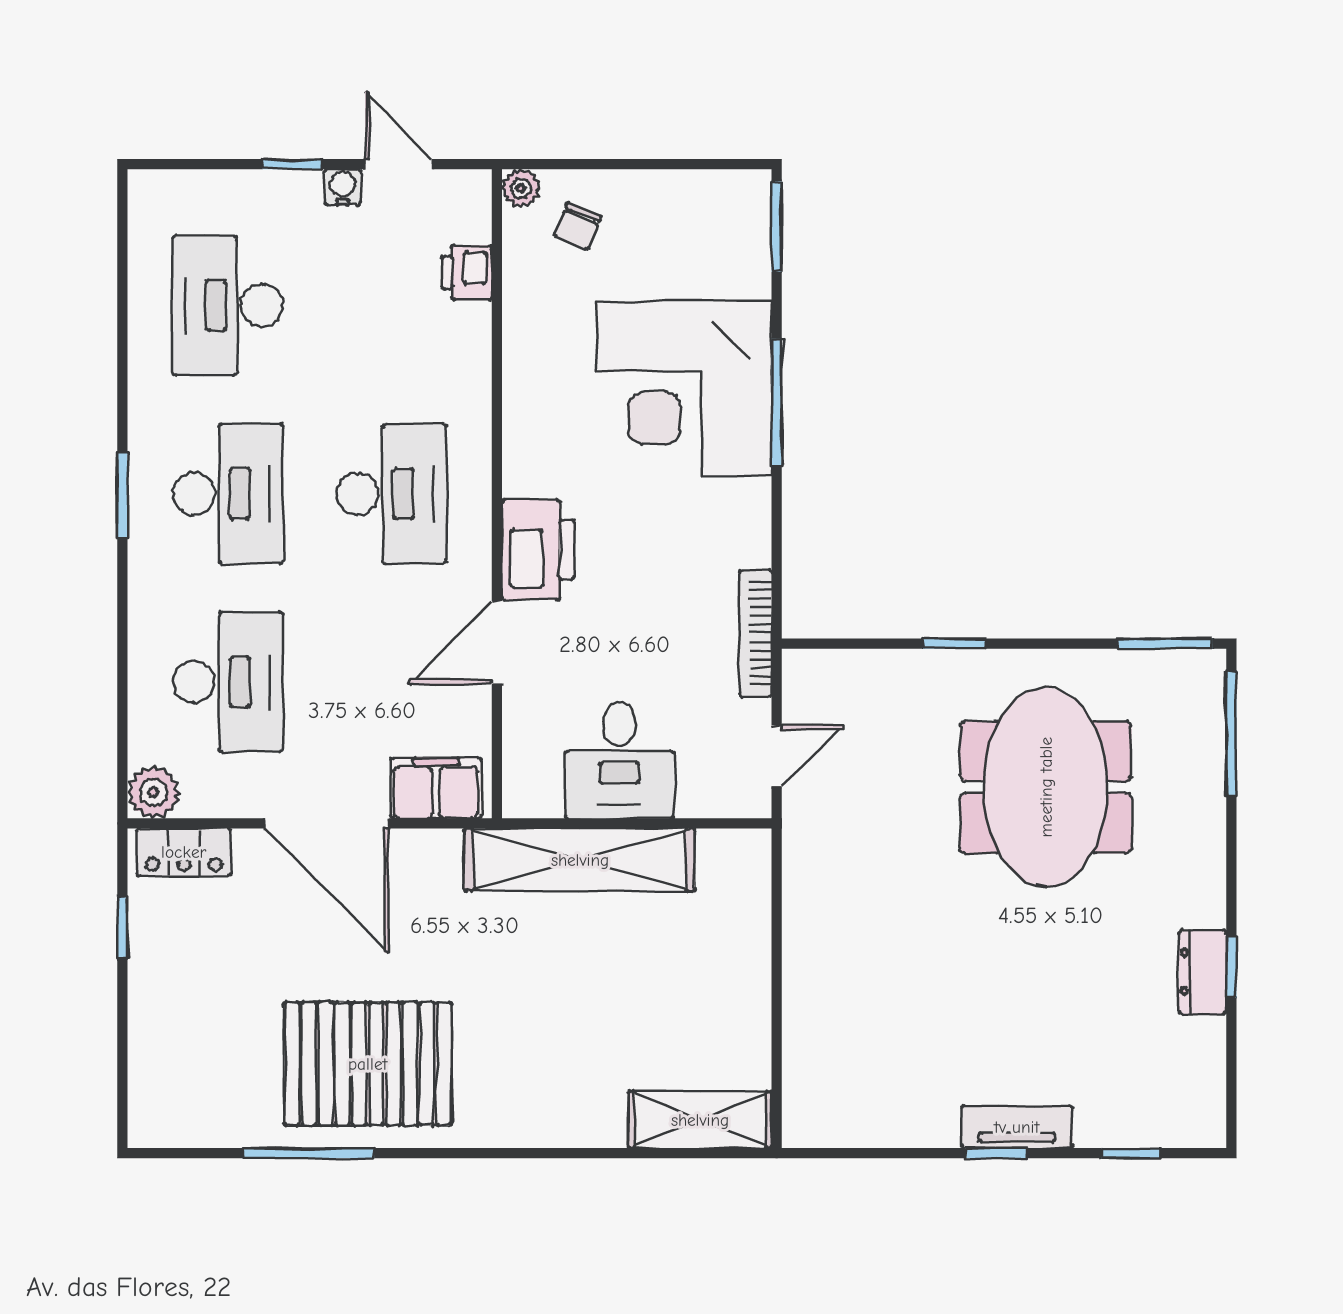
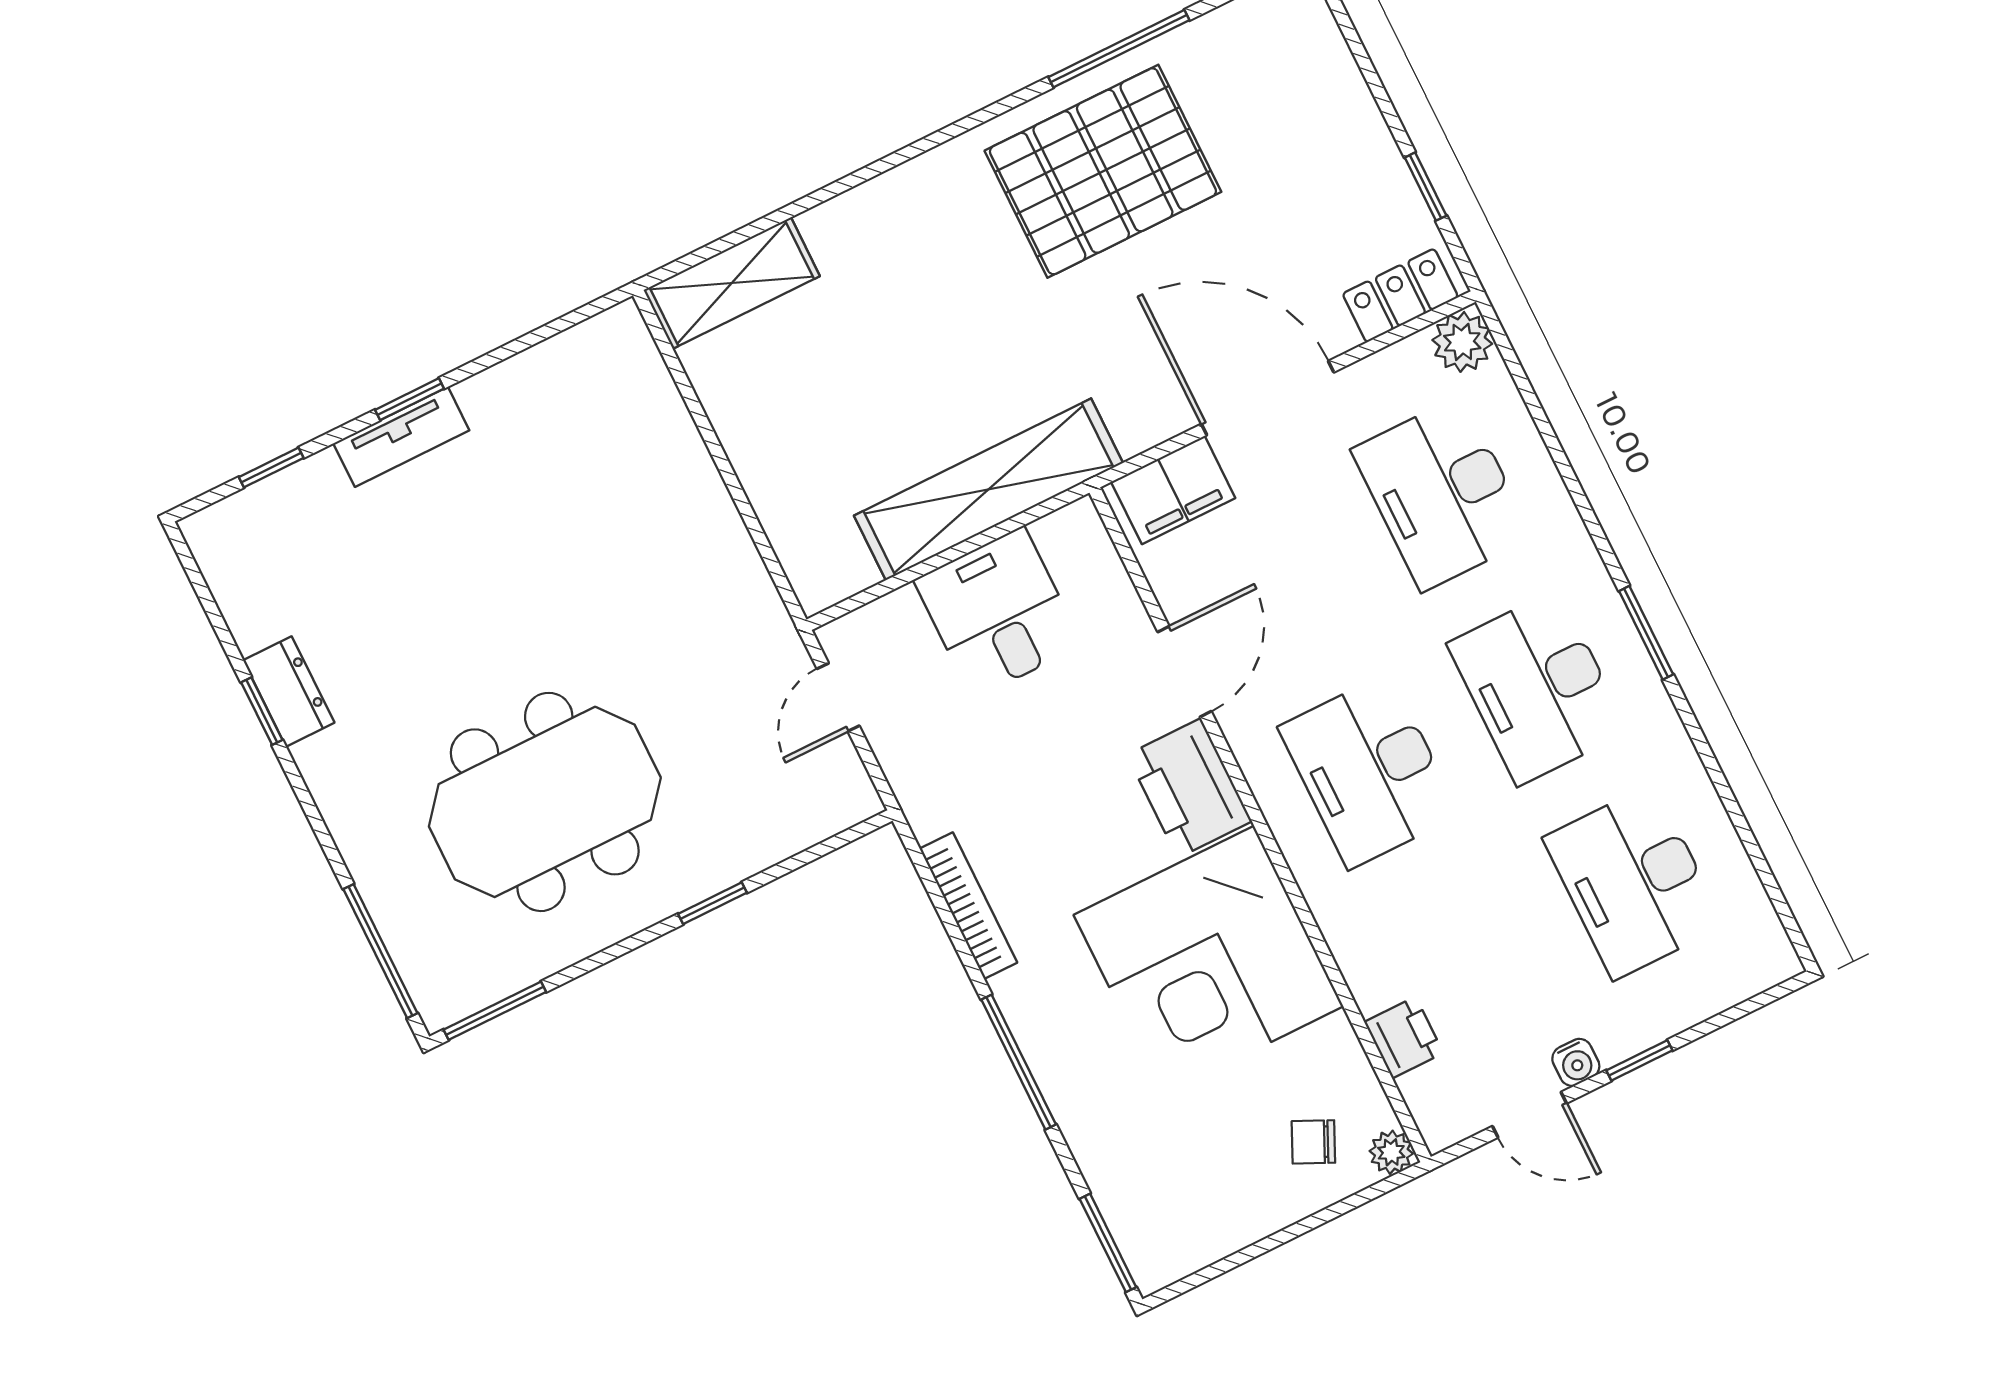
chair: (578, 226) -> (1313, 1142), turned -88
desk: (228, 306) -> (1634, 882), turned 180
corner desk: (684, 388) -> (1208, 961), moved, turned 180
bookcase: (756, 633) -> (968, 906), moved
meeting table: (1046, 787) -> (545, 802), turned 90

